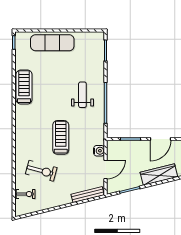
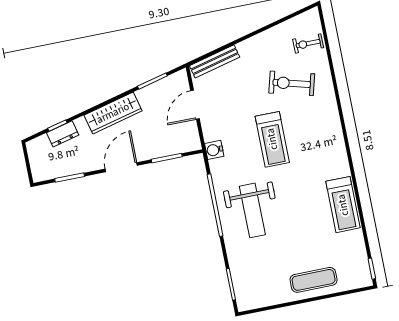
exercise mat: (52, 43) -> (314, 280), width x0.73, depth x0.69
weight bench: (82, 95) -> (252, 210), width x1.36, depth x1.33
water cooler: (99, 151) -> (214, 150), moved

